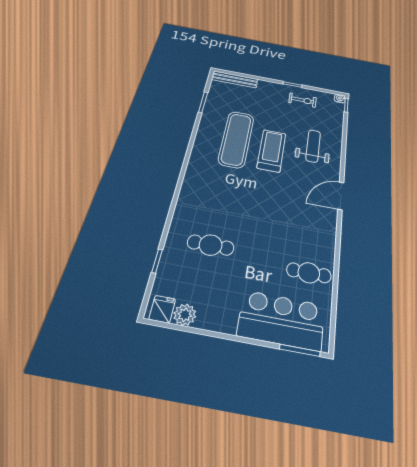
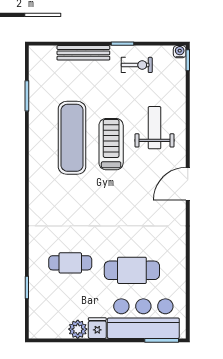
bench: (235, 79) -> (83, 53), moved
cafe table: (309, 273) -> (132, 270), moved, width x1.37, depth x1.35
fridge: (162, 309) -> (97, 328), moved
plant: (185, 315) -> (78, 329), moved

